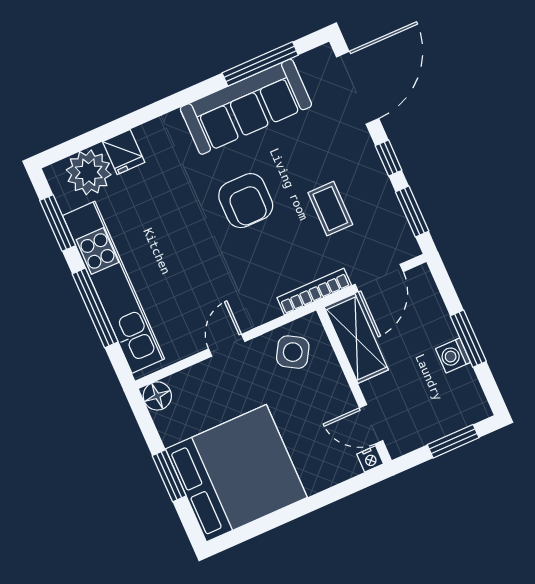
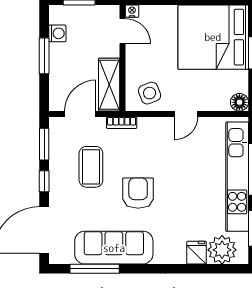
coffee table: (330, 209) -> (91, 167), width x1.36, depth x1.30
bookcase: (314, 292) -> (122, 123), width x0.64
side table: (293, 352) -> (150, 93), turned 38
washing machine: (453, 355) -> (57, 33), moved

